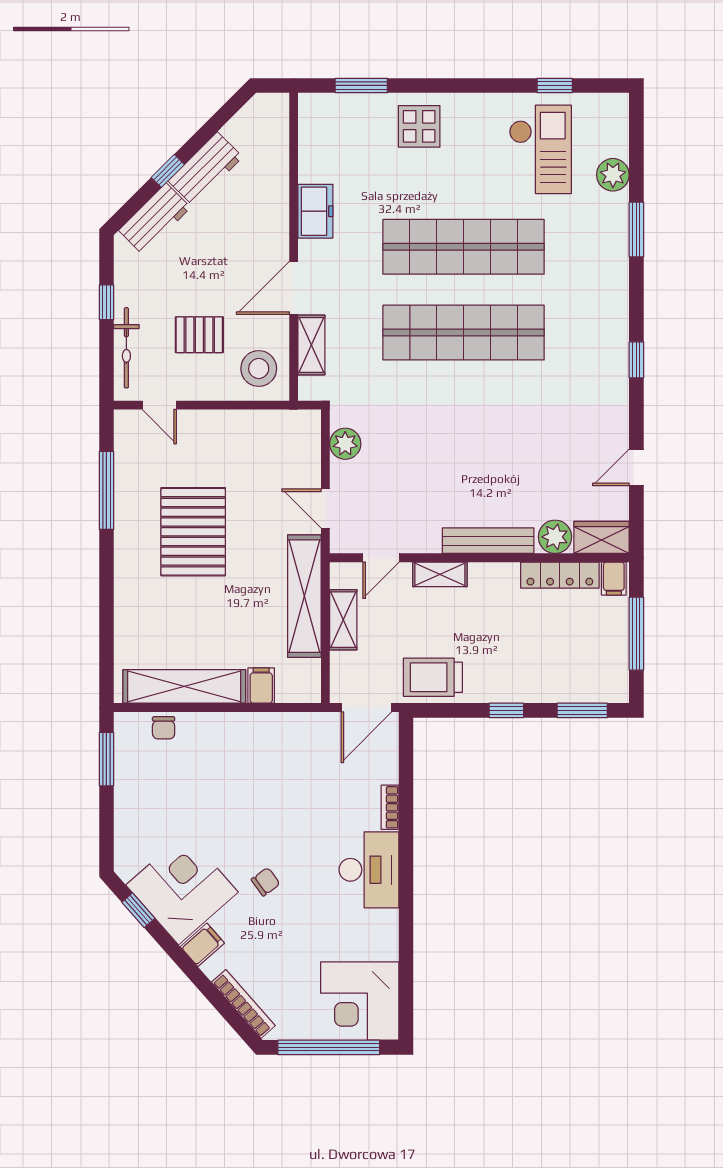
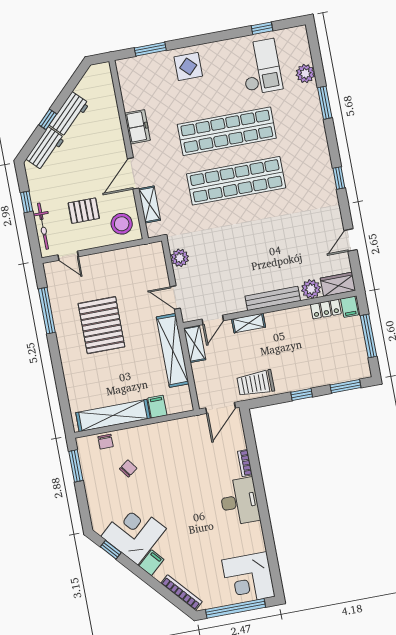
locker: (560, 575) -> (326, 309), width x0.66
shelving: (343, 620) -> (195, 344), moved
chair: (266, 882) -> (128, 468), moved

